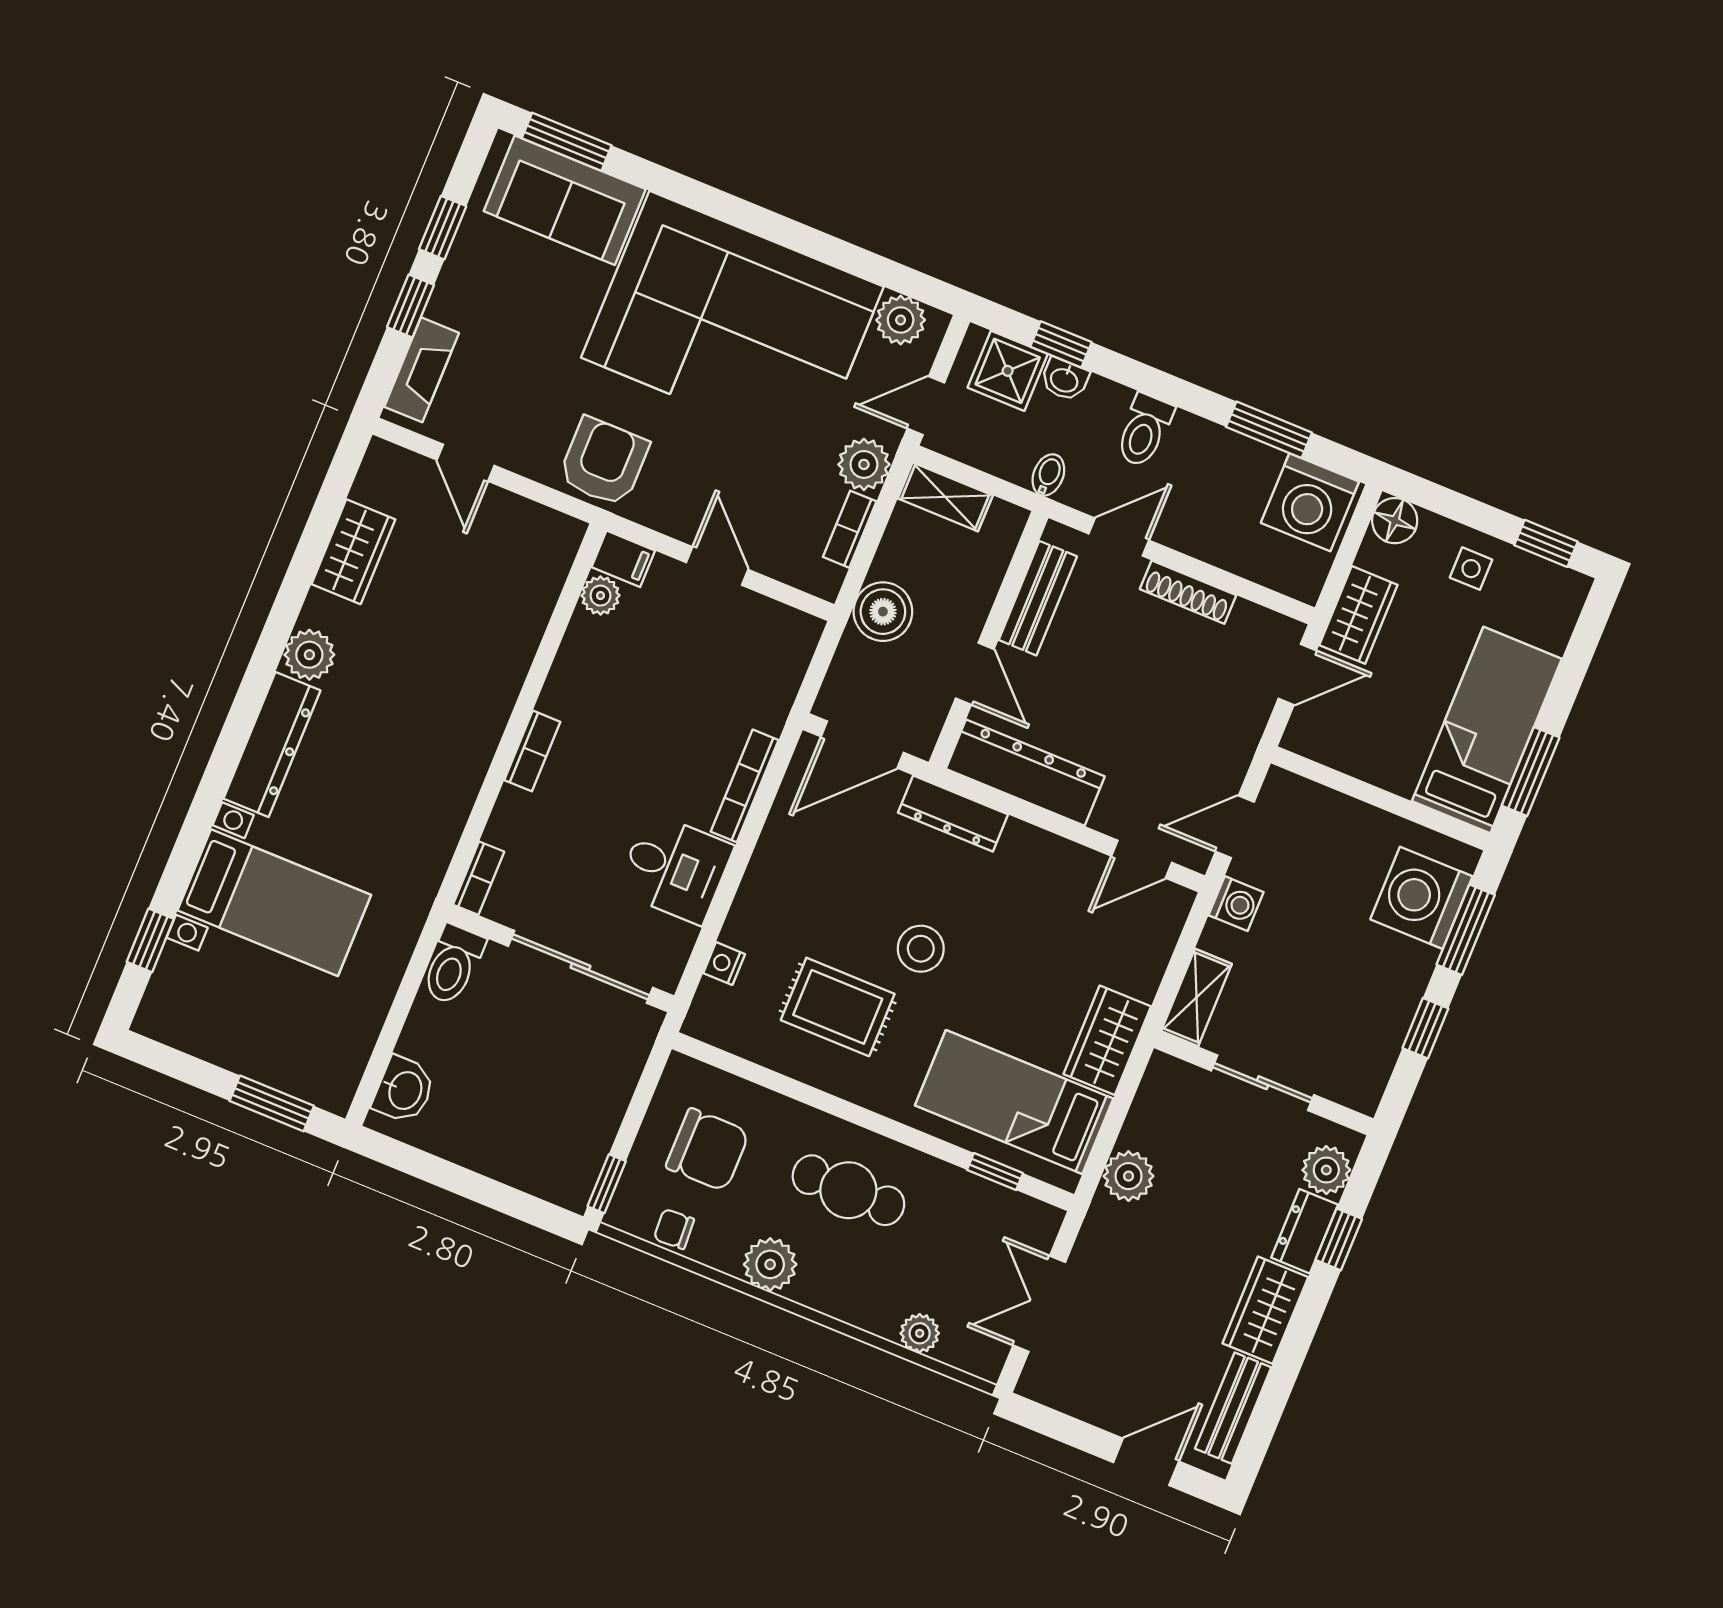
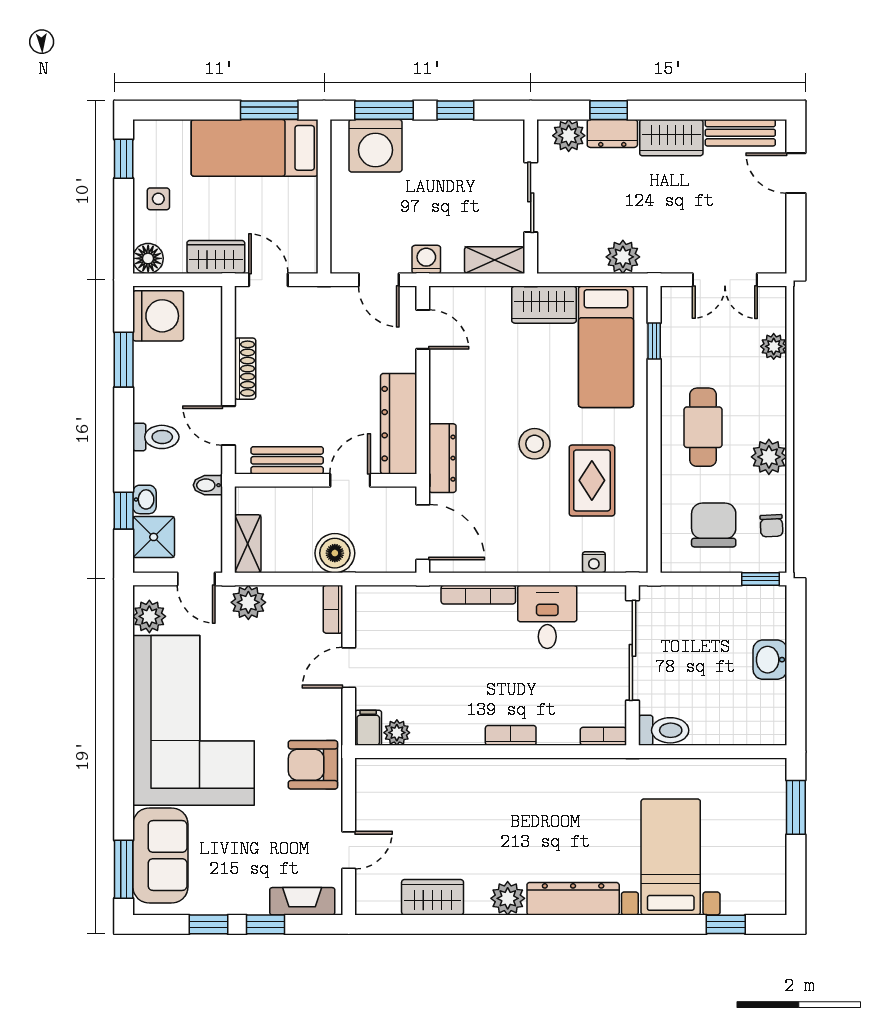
bookcase: (850, 529) -> (333, 609), moved, turned 90
washbasin: (404, 1090) -> (770, 660), moved, turned -90

